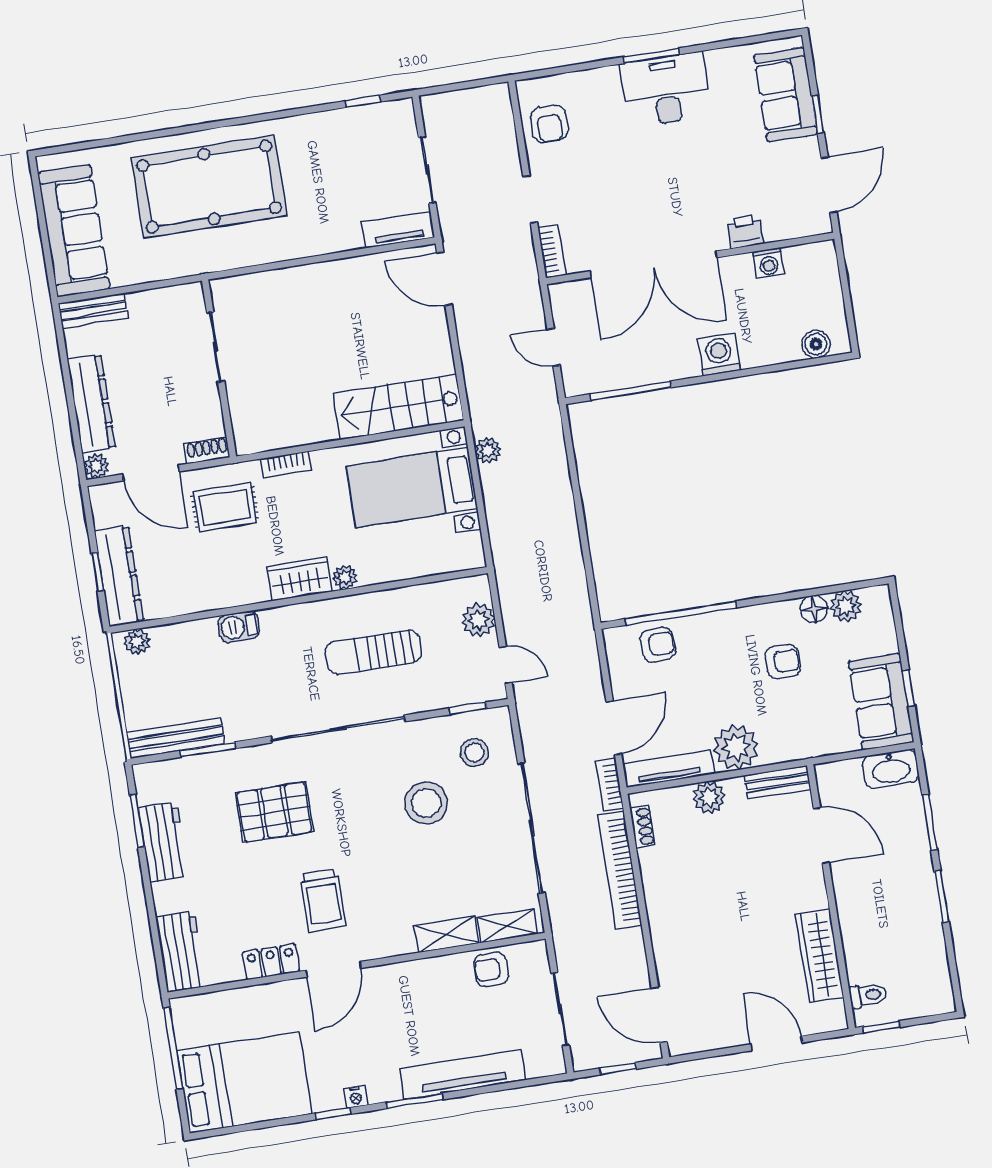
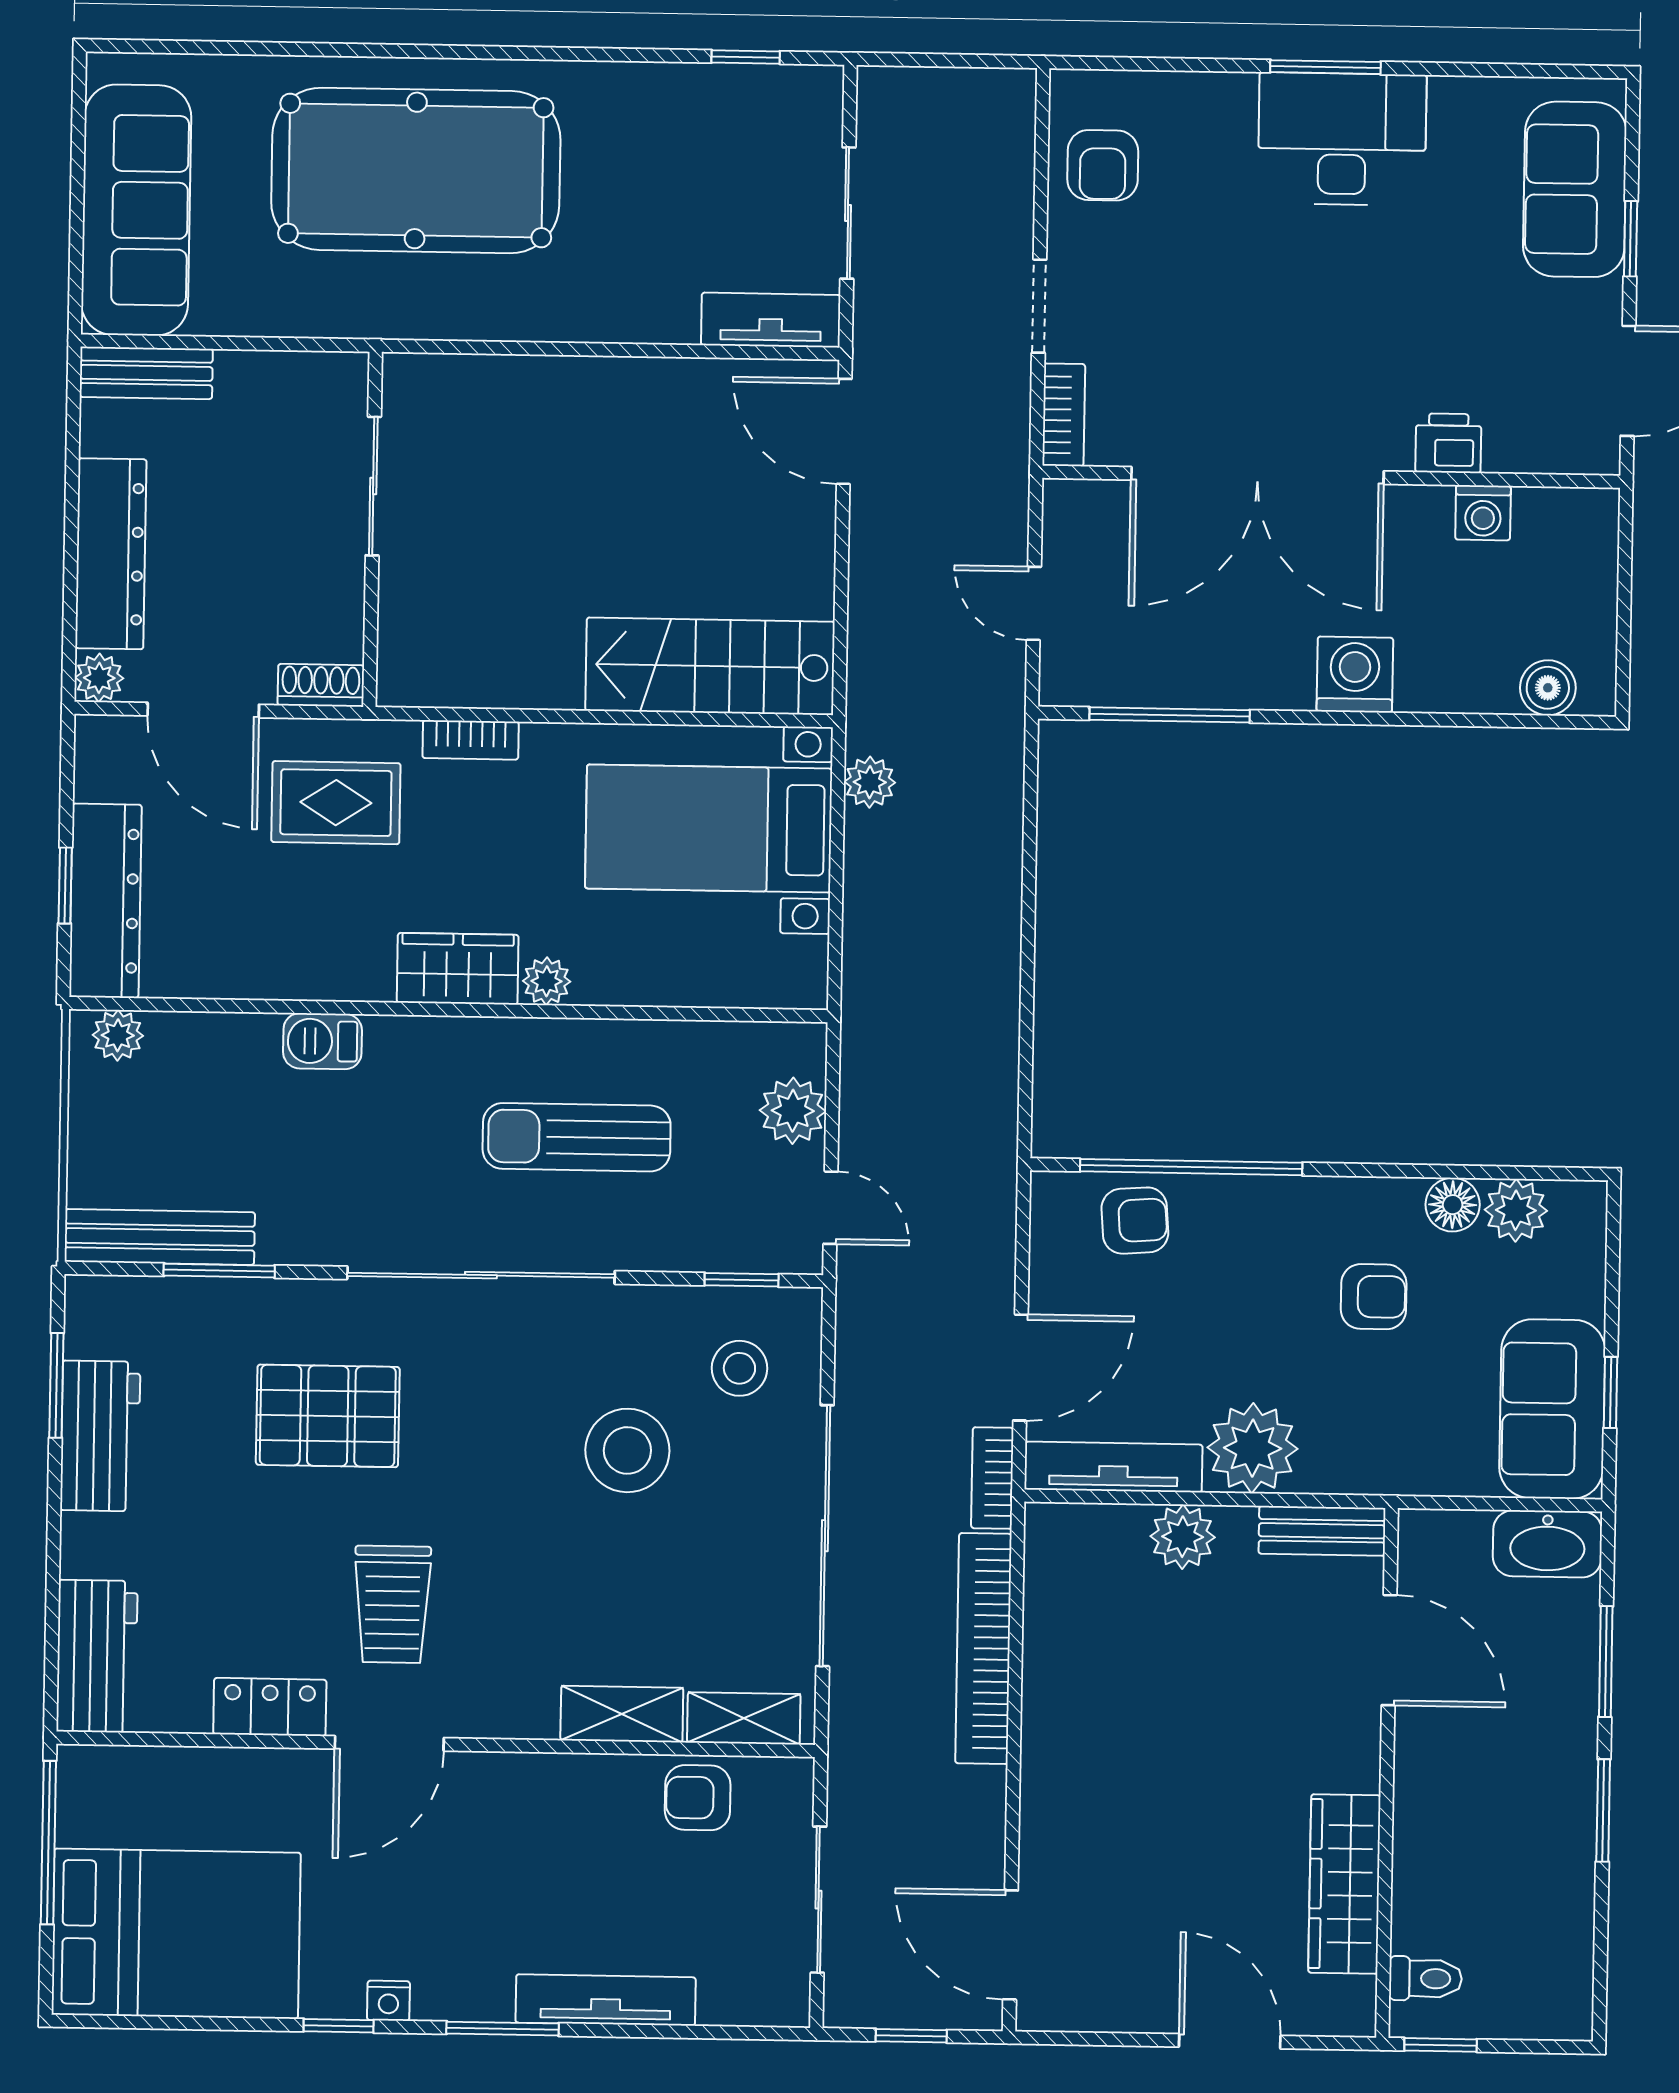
shoe rack: (642, 827) -> (1042, 1571), removed
tv unit: (463, 1074) -> (606, 2000), width x0.73, depth x0.78

